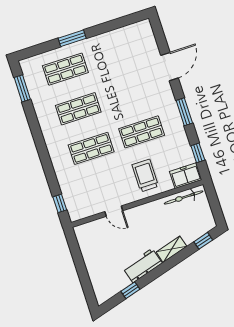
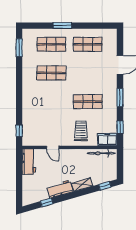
shop shelf: (91, 148) -> (88, 44), moved
workbench: (87, 242) -> (29, 162), added

